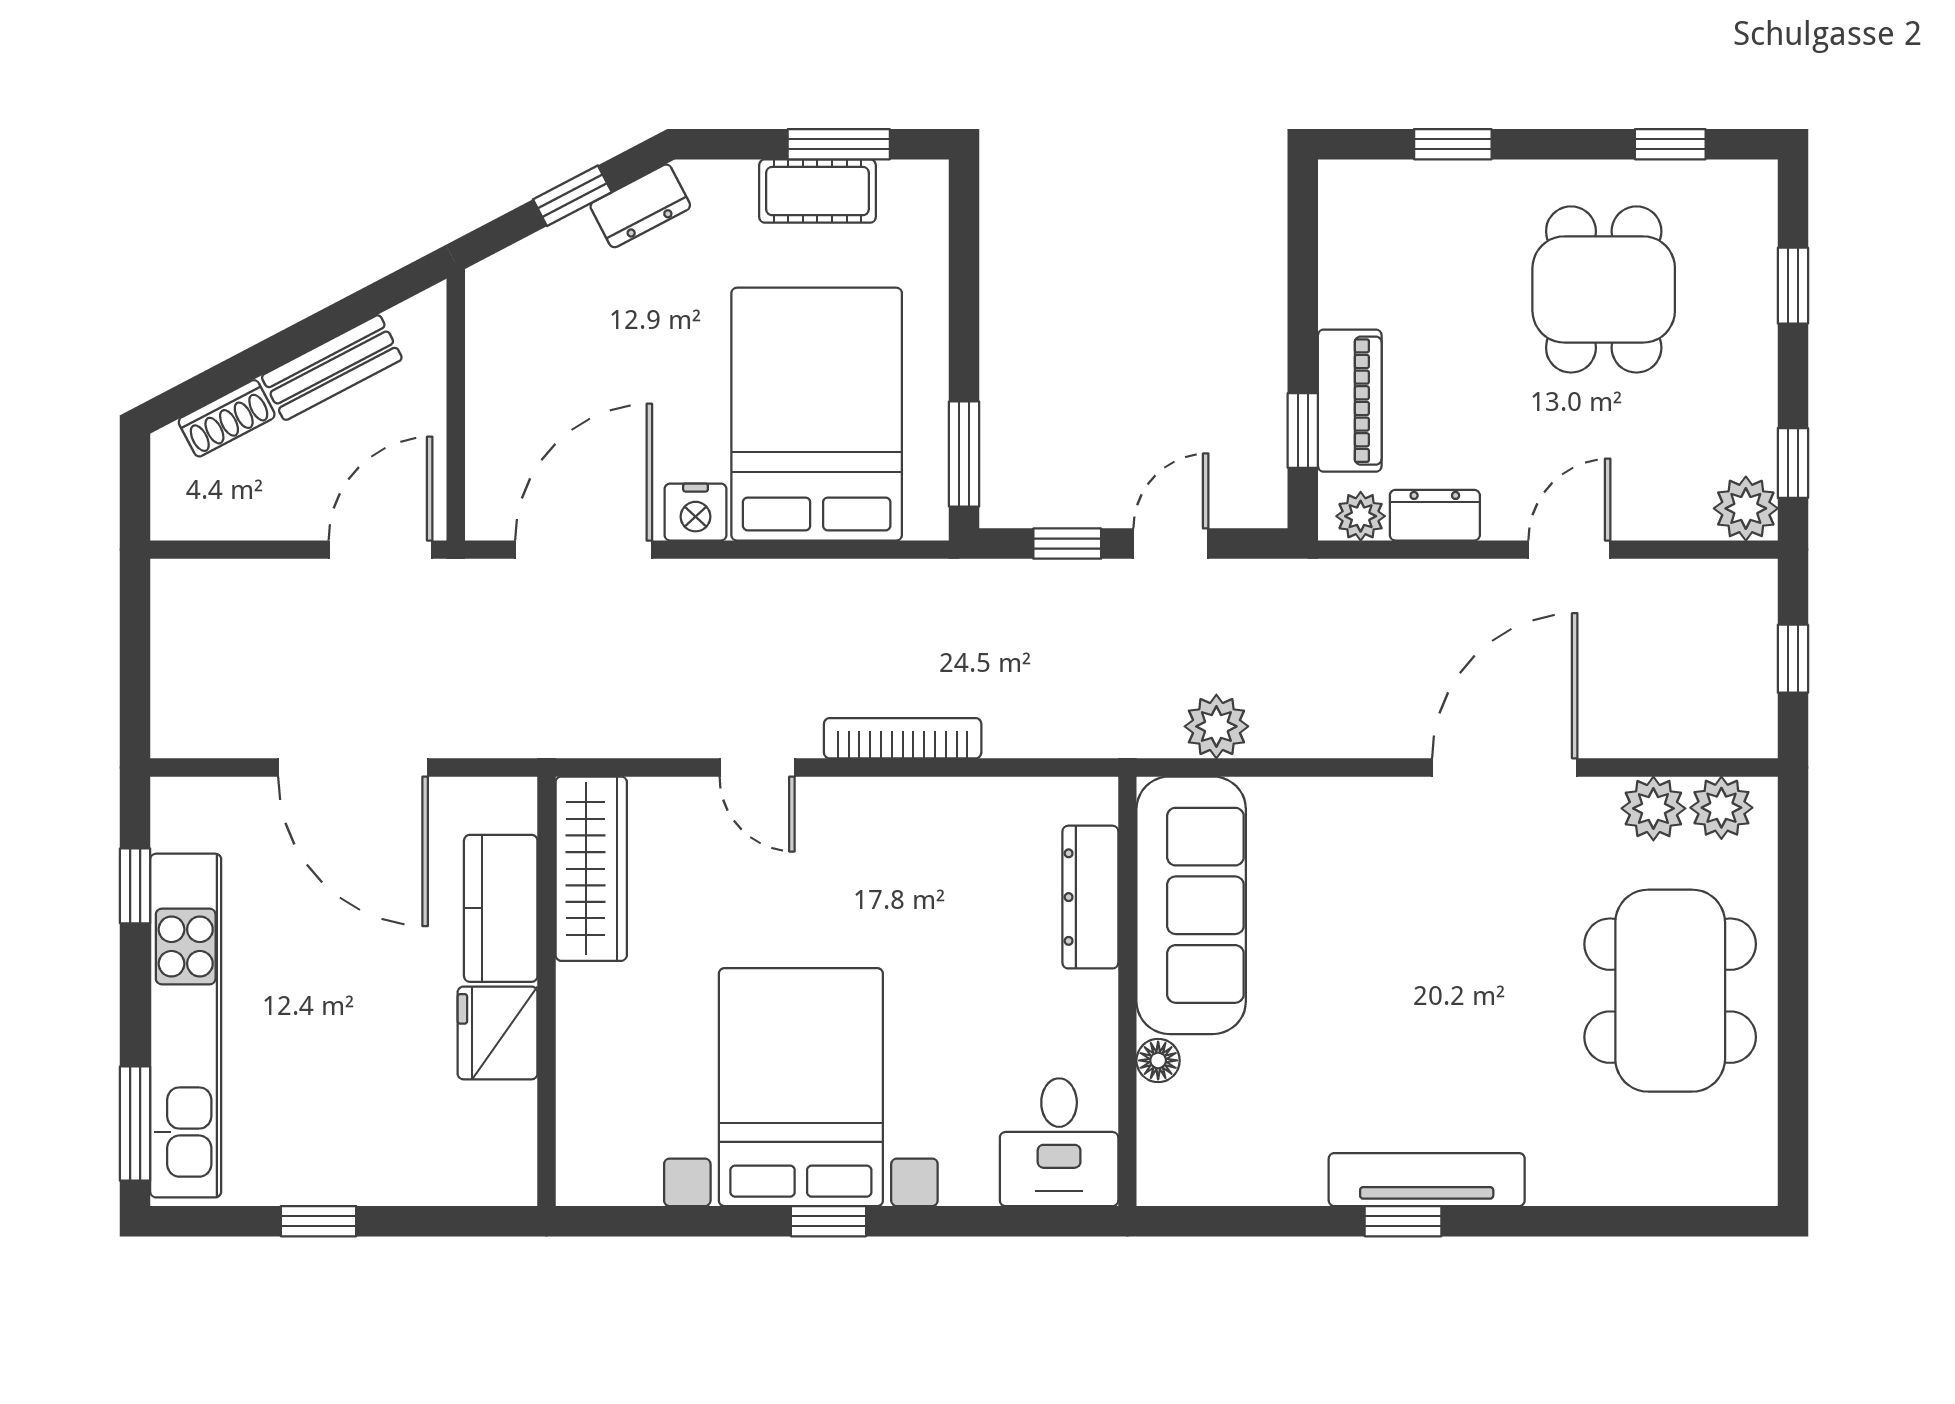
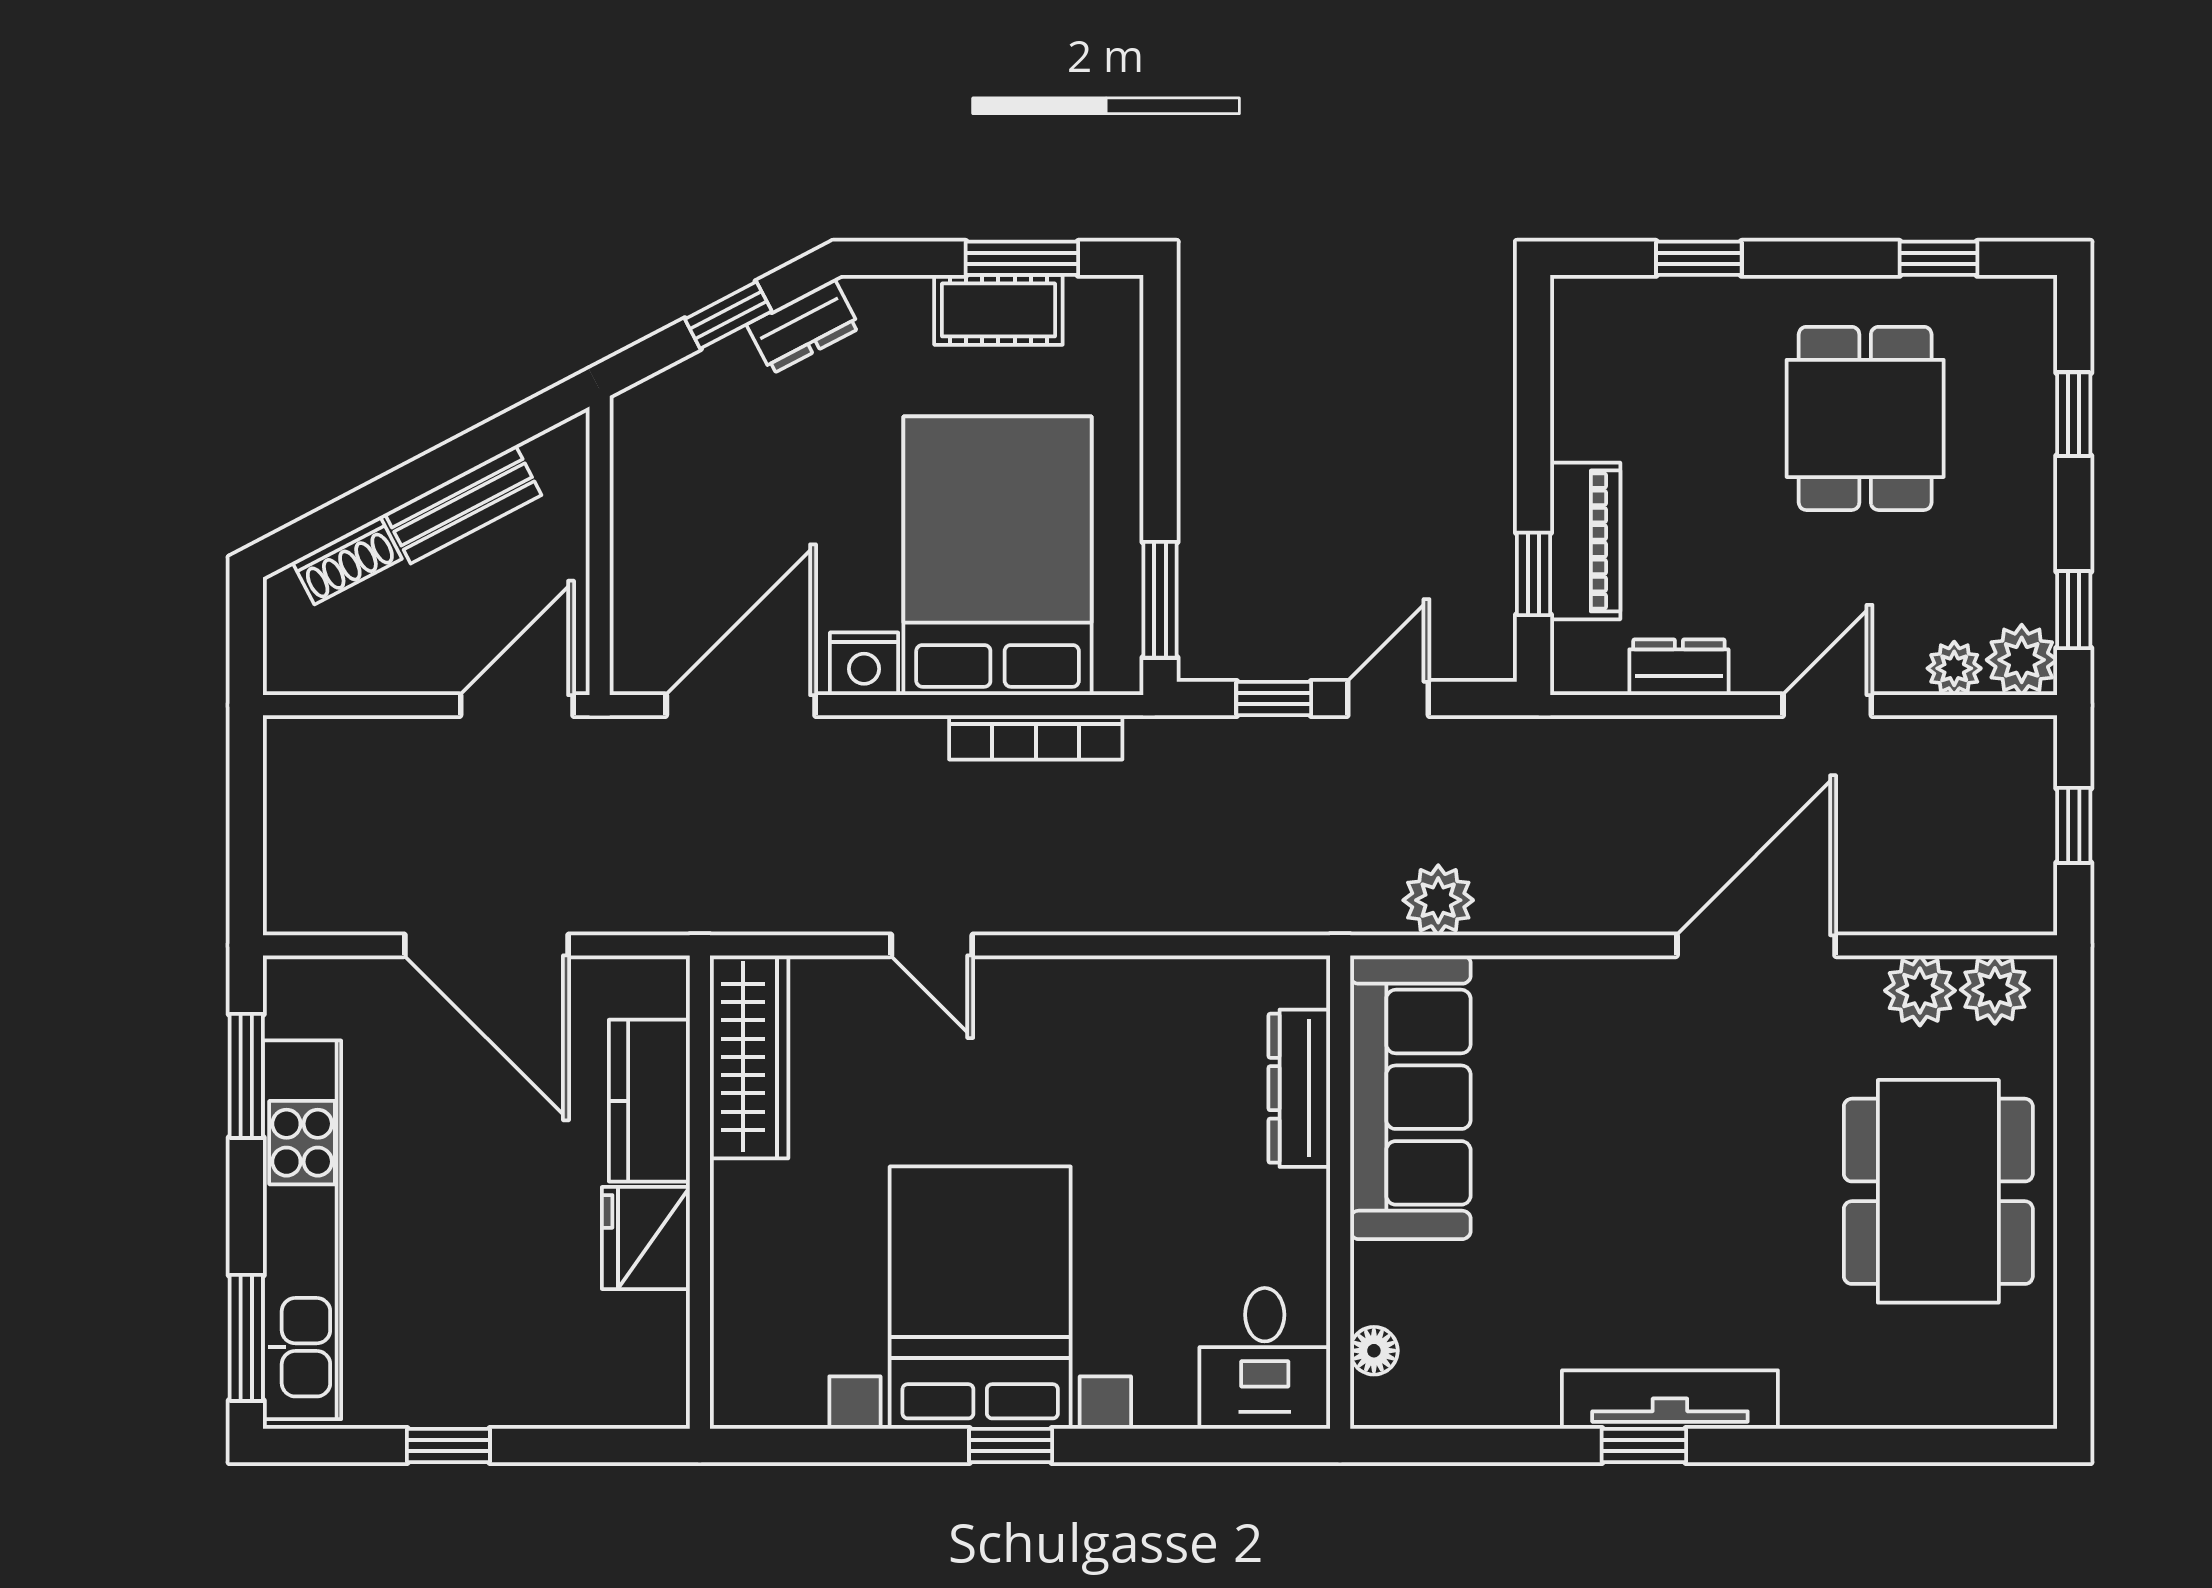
plant: (1361, 516) -> (1954, 668), moved
bookcase: (903, 738) -> (1036, 737), moved, turned 180
window: (135, 886) -> (246, 1076), width x1.50
floor lamp: (1158, 1060) -> (1374, 1351), moved

